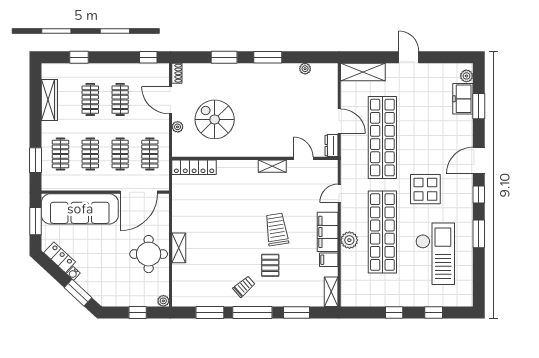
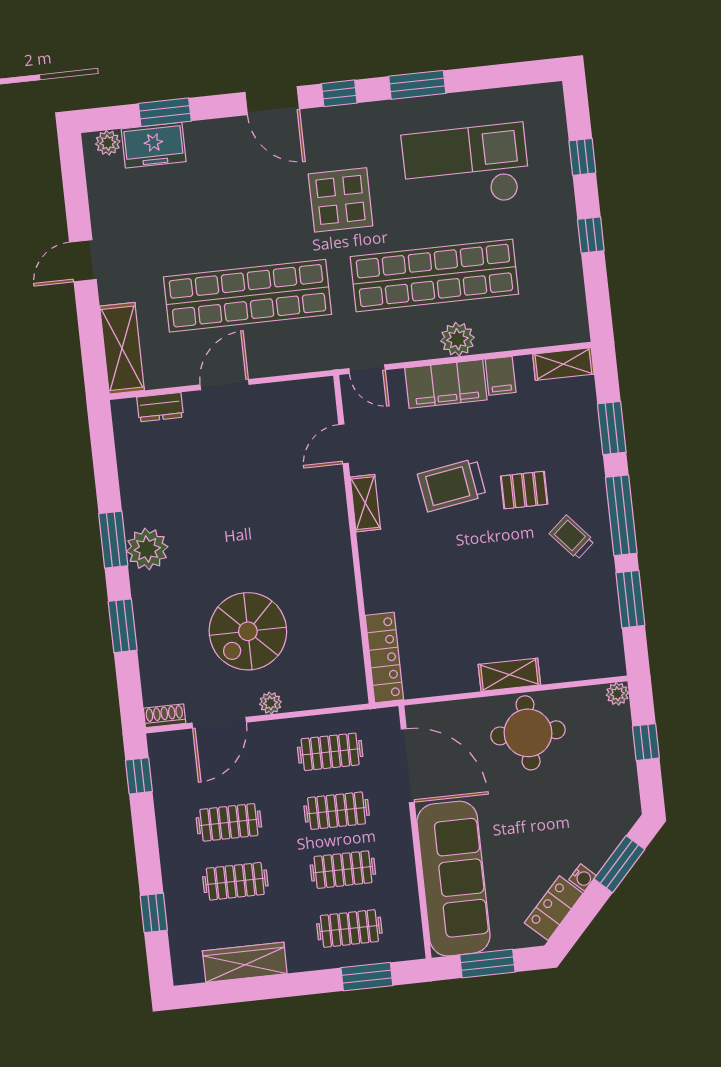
plant: (305, 69) -> (147, 549), moved, width x1.88, depth x1.88
dresser: (331, 146) -> (160, 407), moved
wall: (255, 158) -> (354, 539), moved
door: (303, 158) -> (343, 444), moved
shelving: (272, 166) -> (365, 503), moved
locker: (194, 167) -> (384, 658), moved

